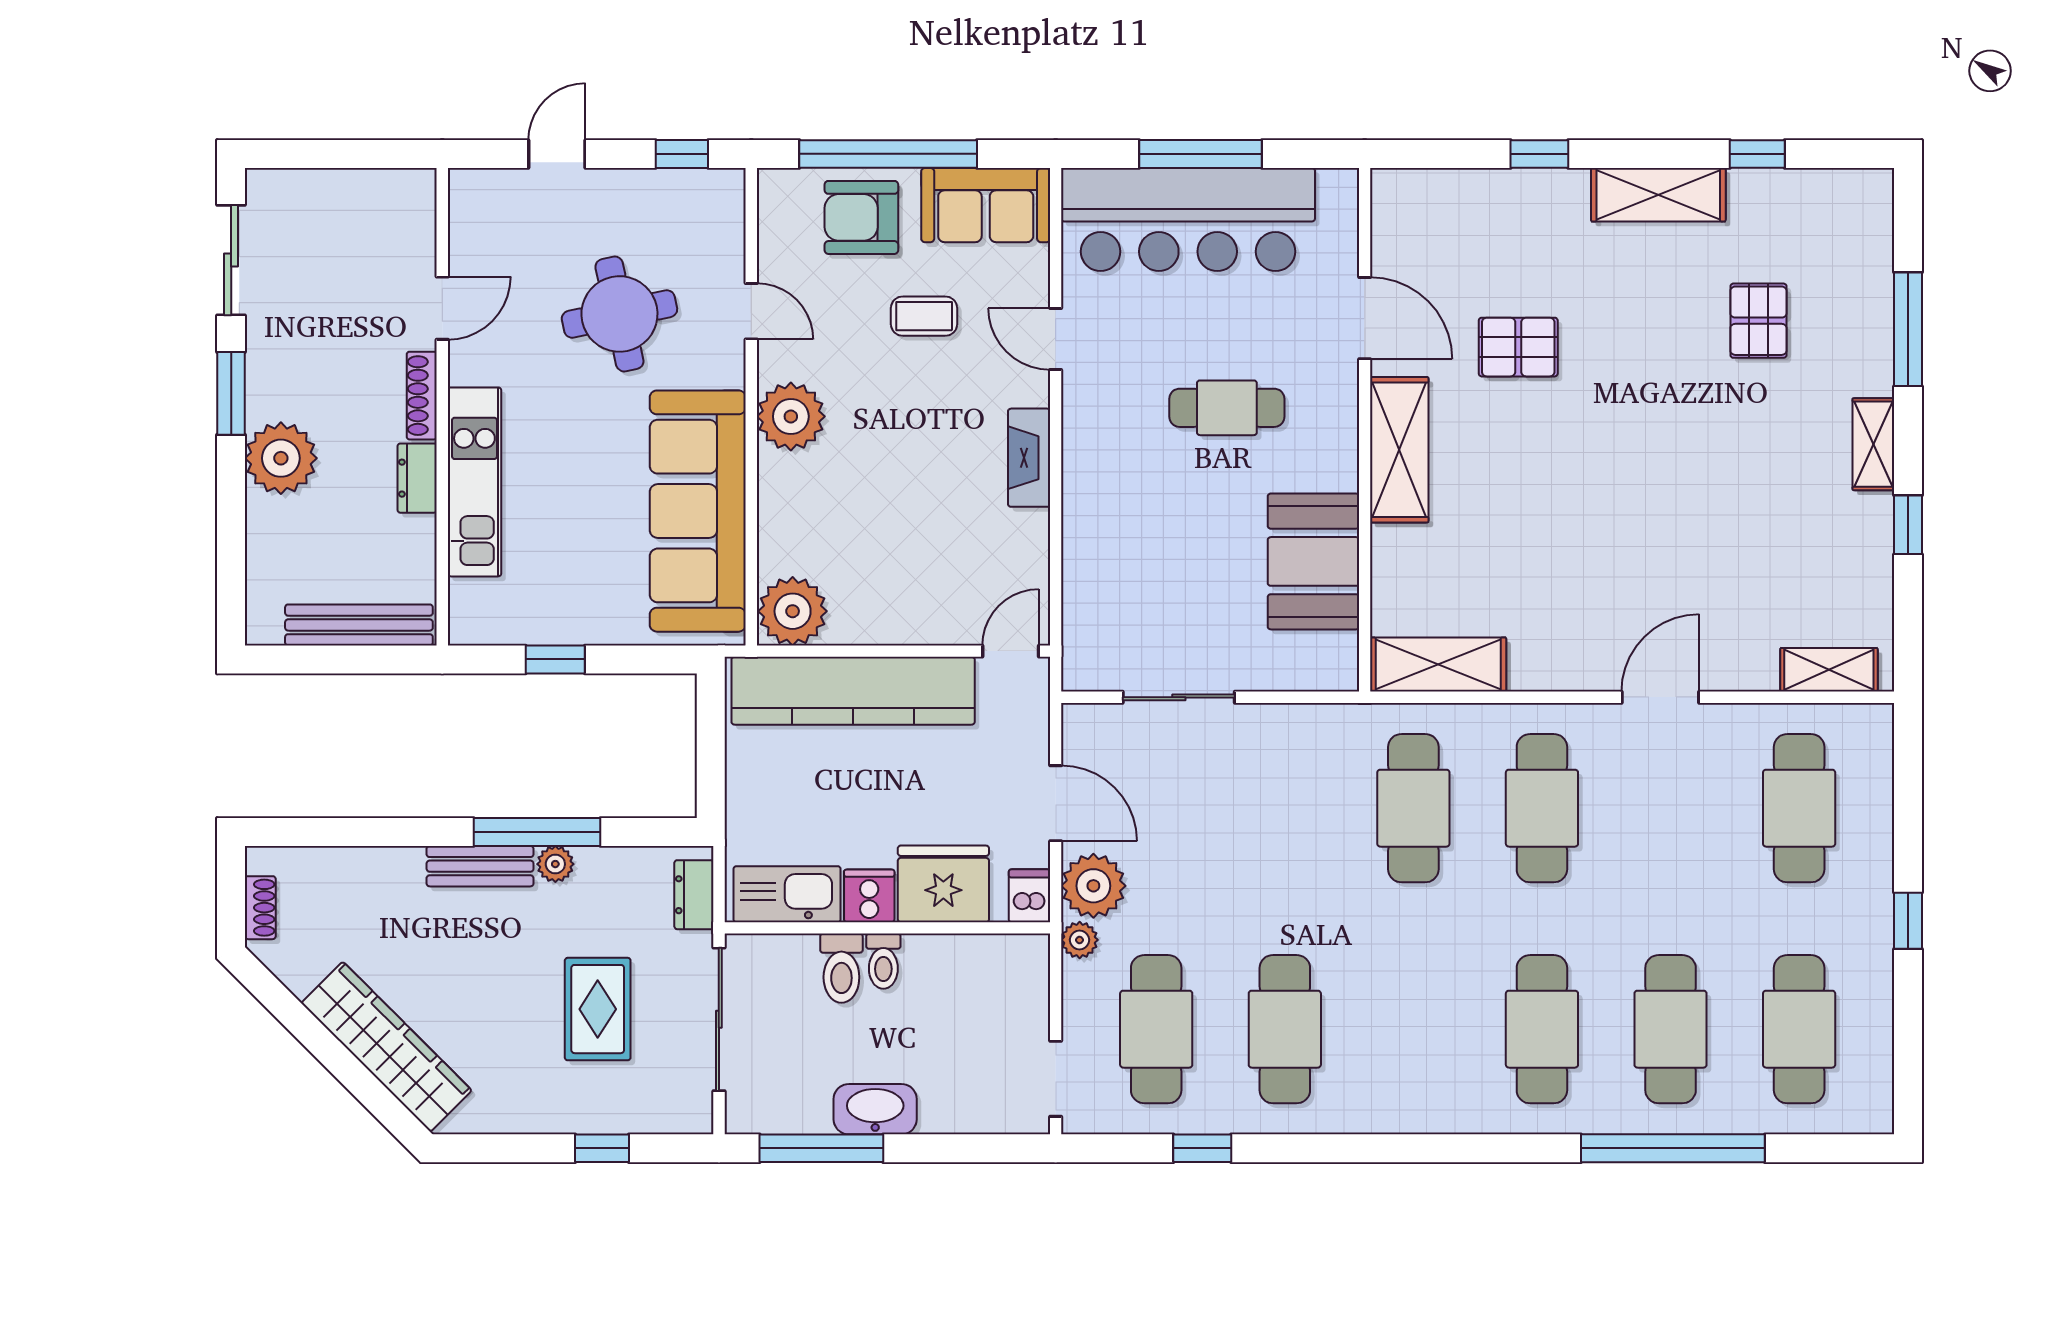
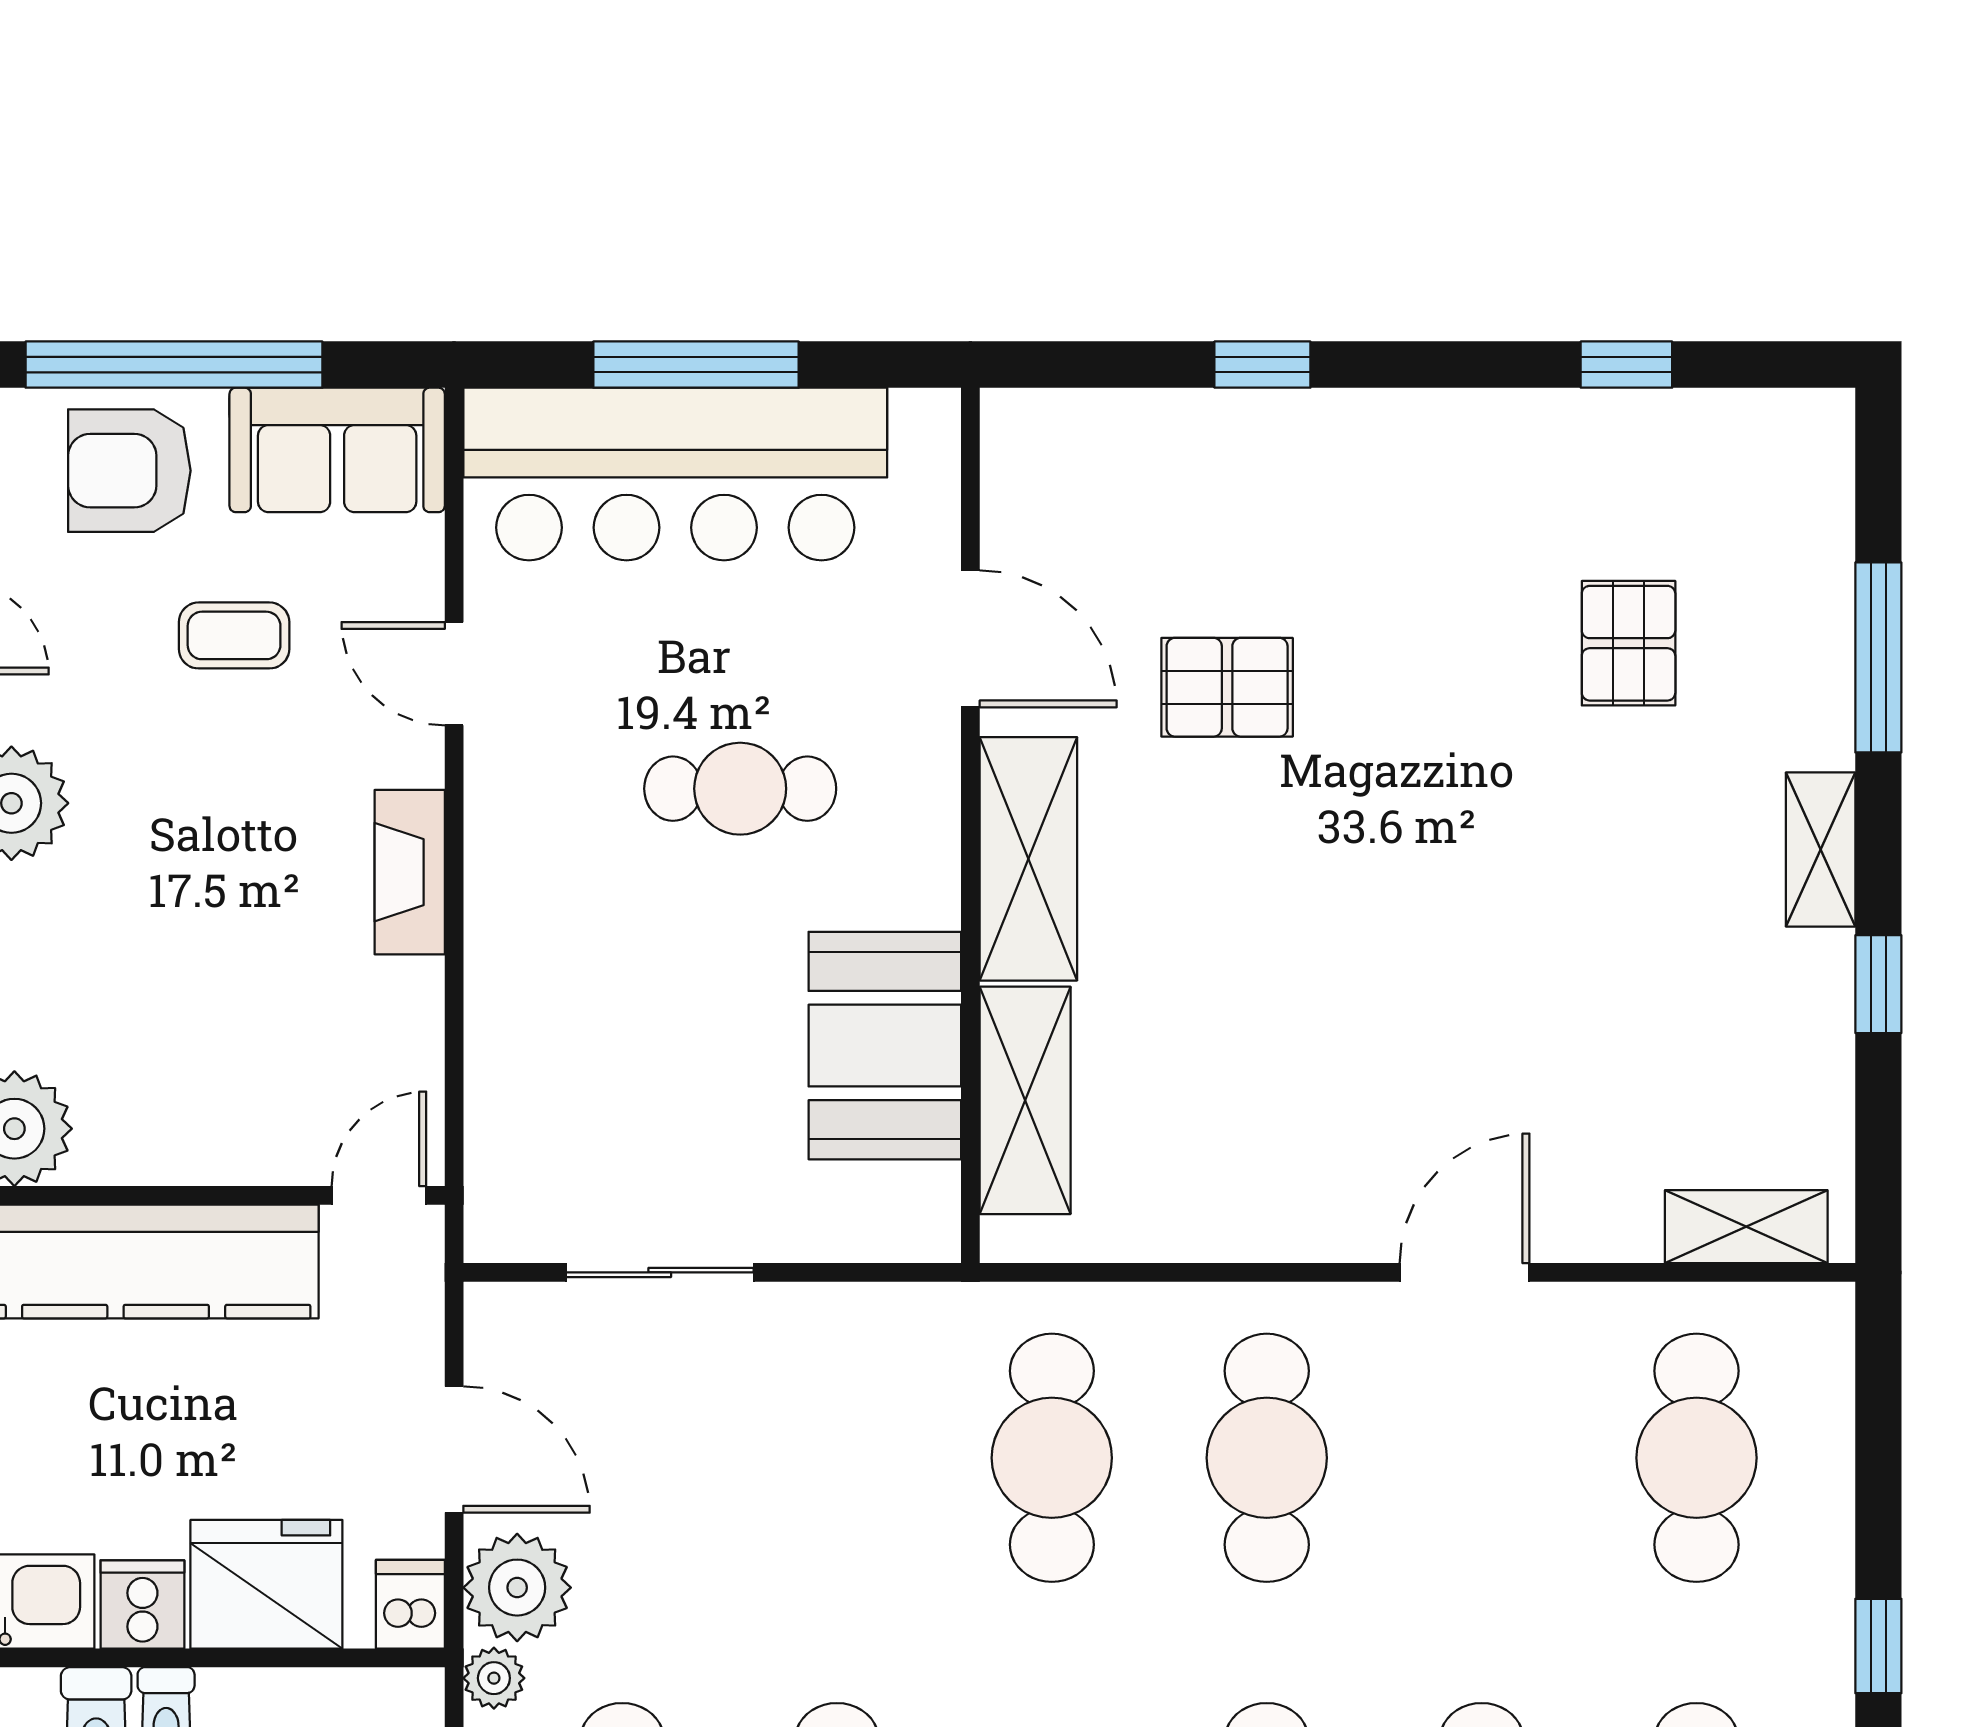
shelving: (1658, 195) -> (1461, 433), removed
shelving: (1438, 665) -> (1025, 1100), moved, turned 90

